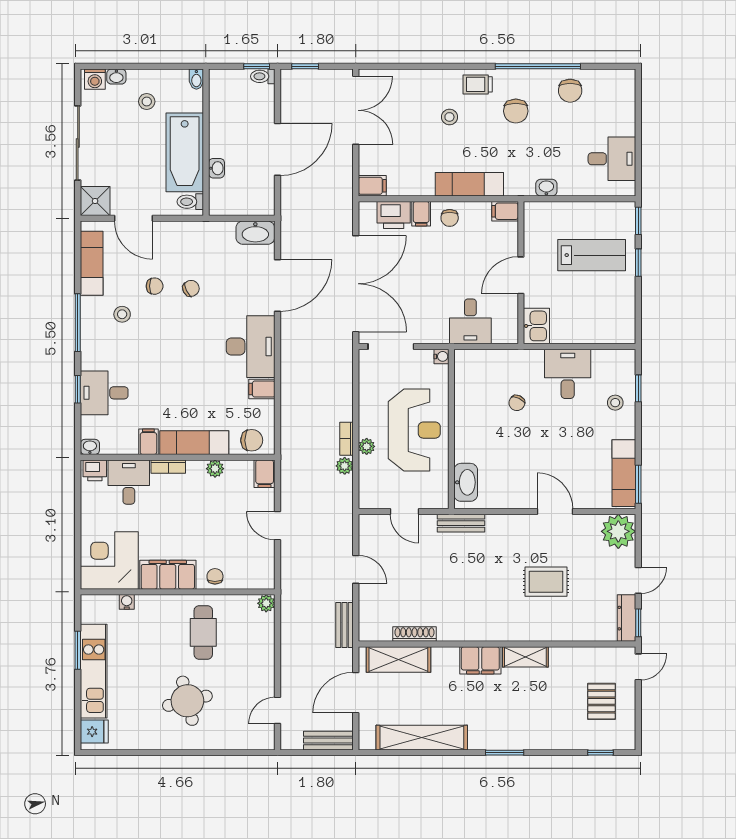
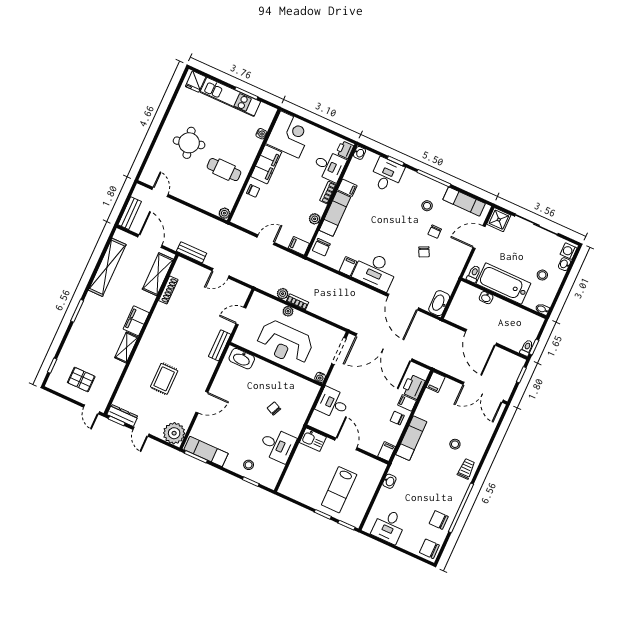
chair: (516, 111) -> (429, 549), moved

